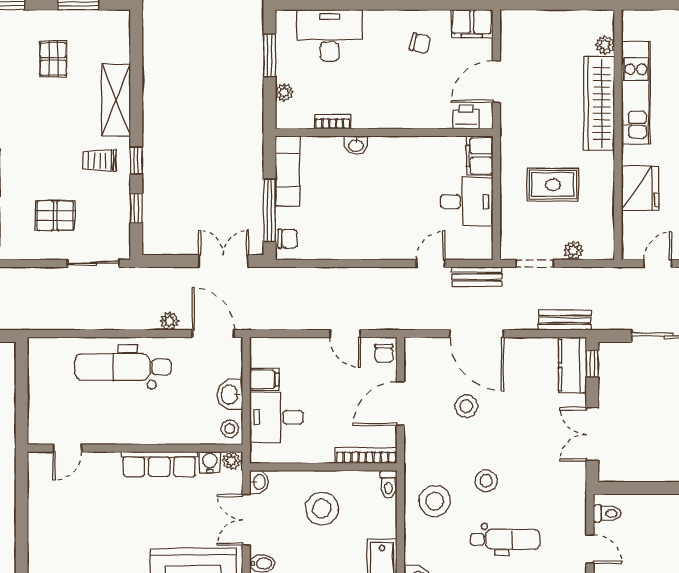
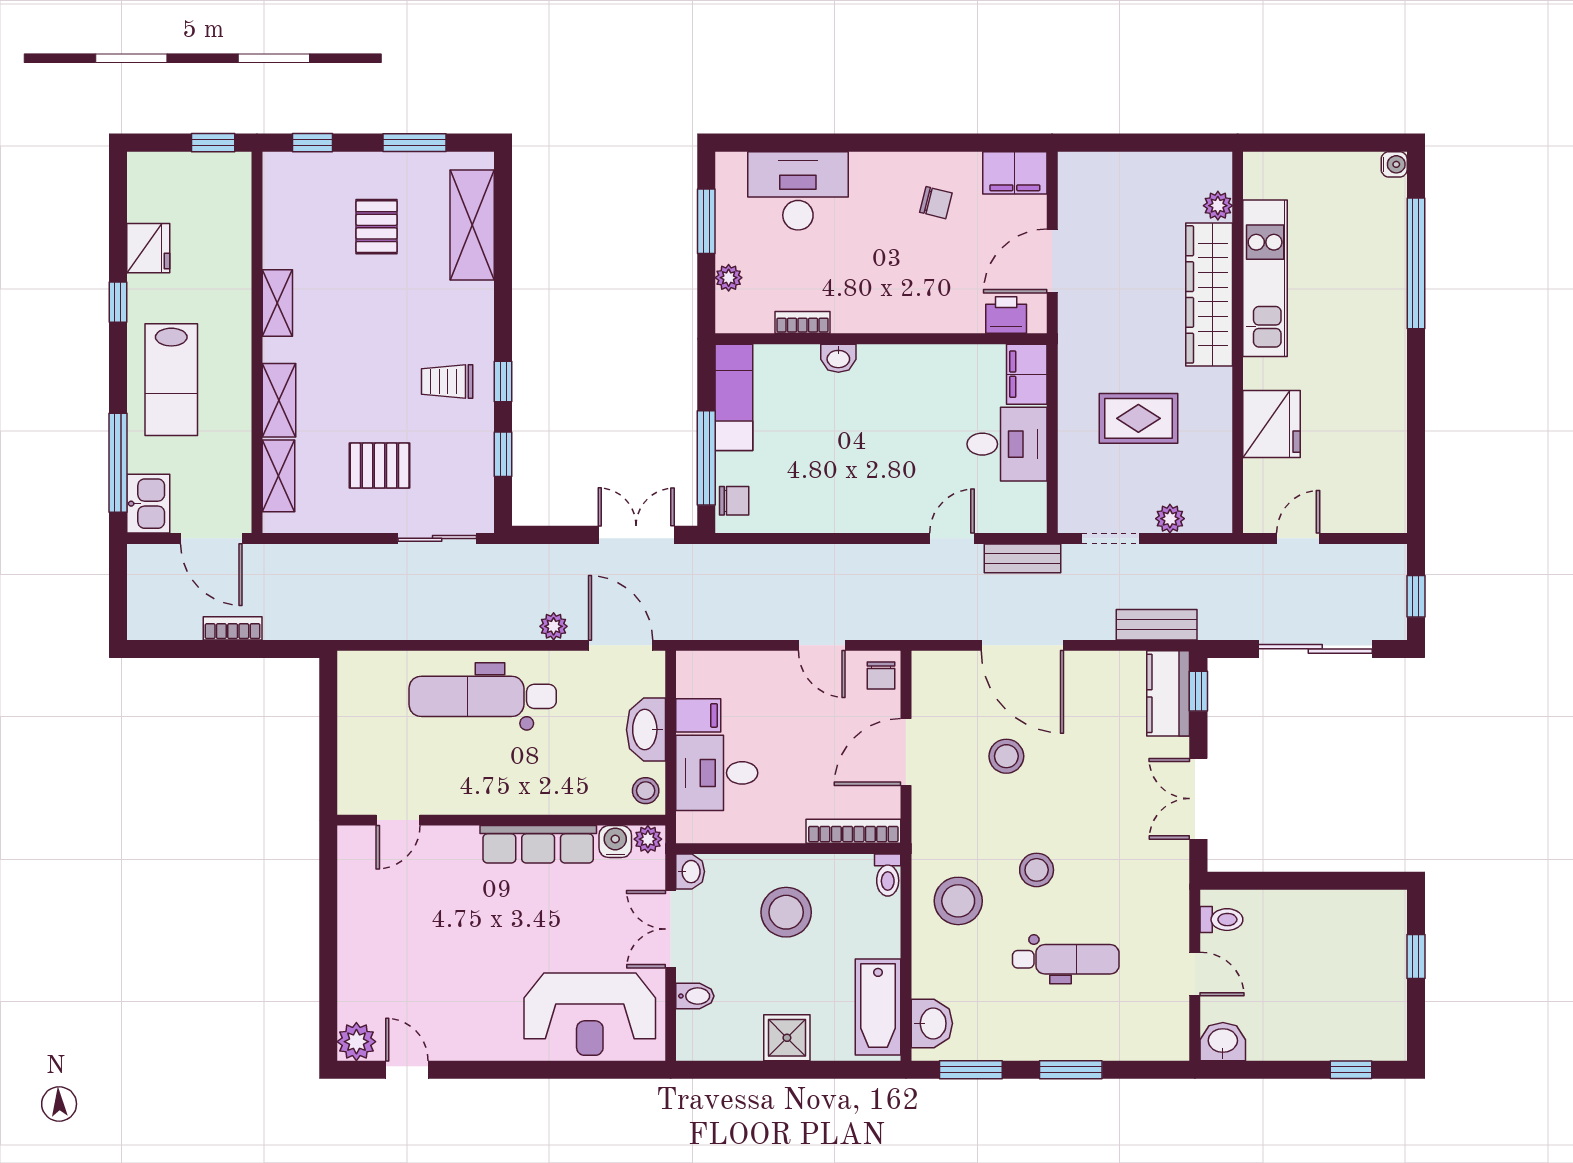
shelving: (116, 100) -> (472, 225), moved
washbasin: (230, 395) -> (646, 730), width x1.38

